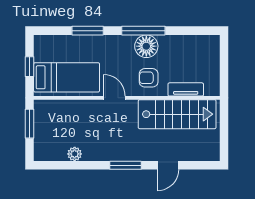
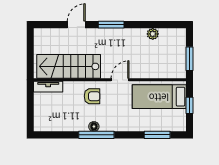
window: (88, 31) -> (157, 135), moved
floor lamp: (146, 46) -> (94, 126), width x0.53, depth x0.53
tv unit: (186, 89) -> (48, 87), moved
door: (114, 98) -> (120, 80), swing flipped

